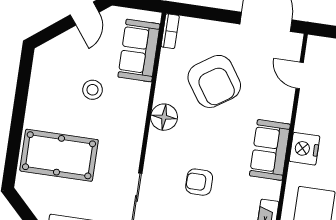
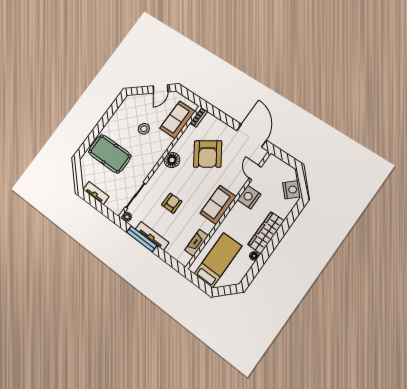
nightstand: (304, 149) -> (249, 197), moved
armchair: (199, 182) -> (172, 203), turned 90

